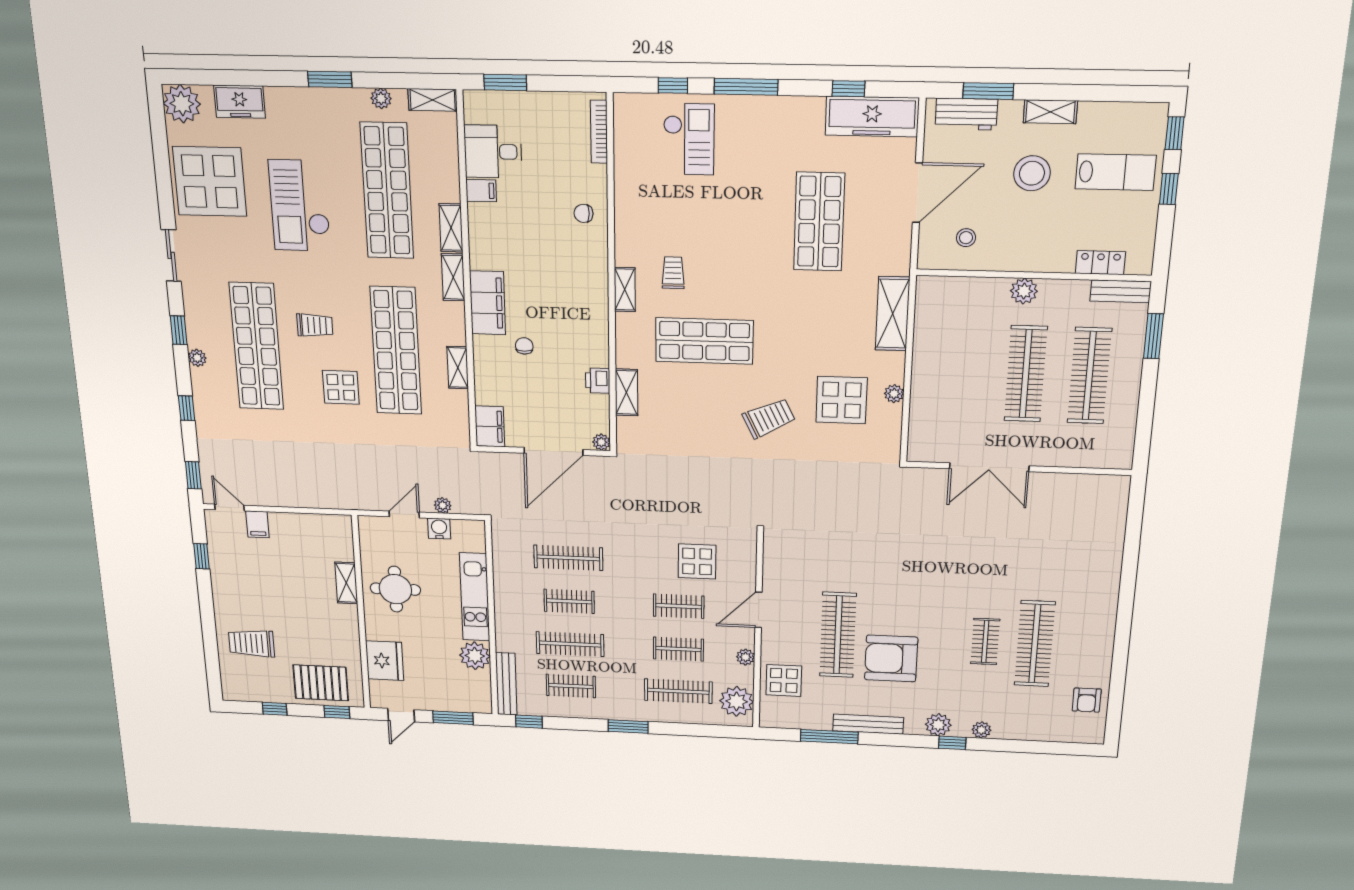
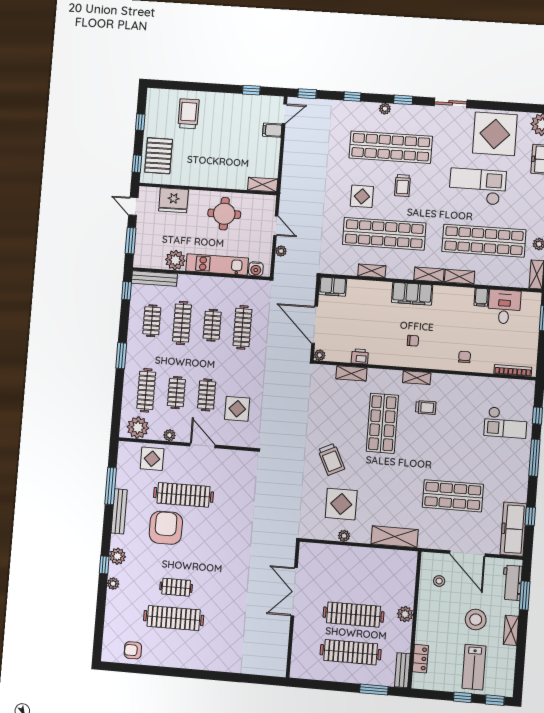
chair: (524, 346) -> (413, 341), moved
water cooler: (439, 529) -> (256, 269), moved, turned 90
shelving: (346, 583) -> (263, 185), moved

